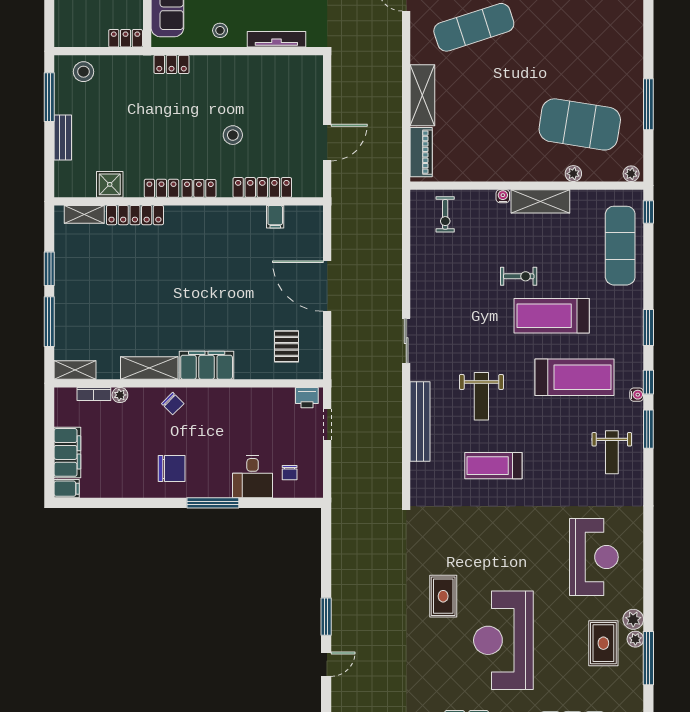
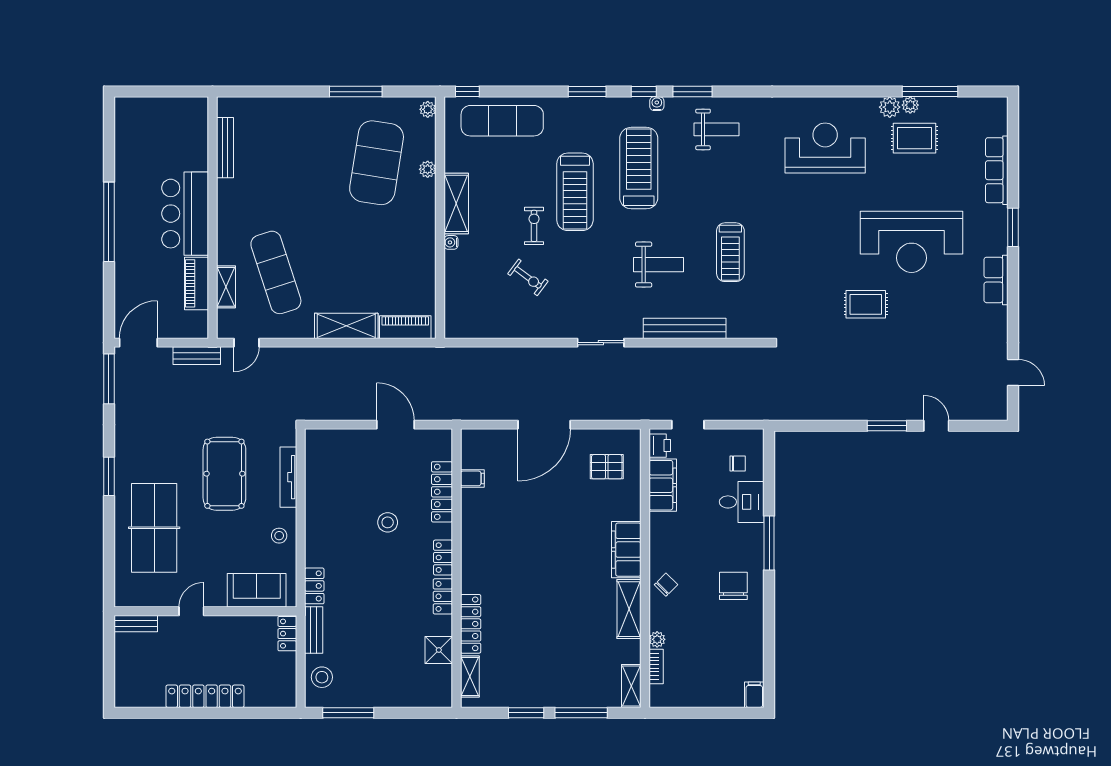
bench: (63, 137) -> (314, 630), moved, turned 90
exercise bike: (445, 214) -> (528, 277), moved, turned 37
filing cabinet: (67, 452) -> (663, 485), moved, turned 90

